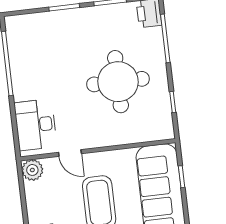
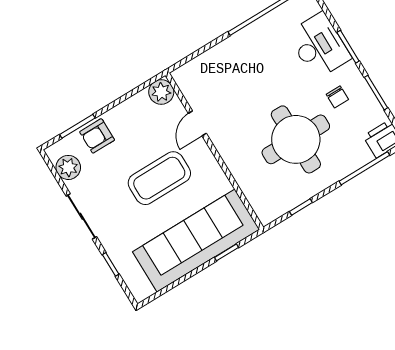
chair: (100, 34) -> (337, 97), added
desk: (36, 125) -> (319, 46), moved, turned 90

